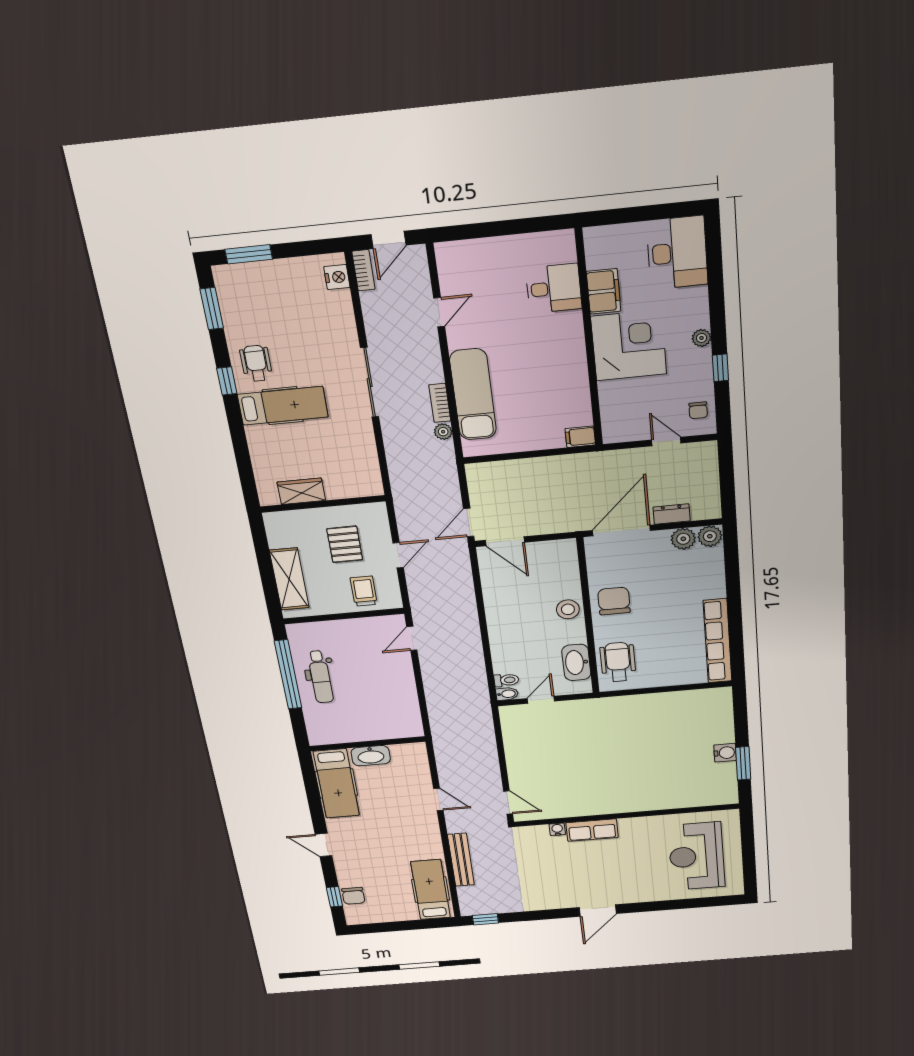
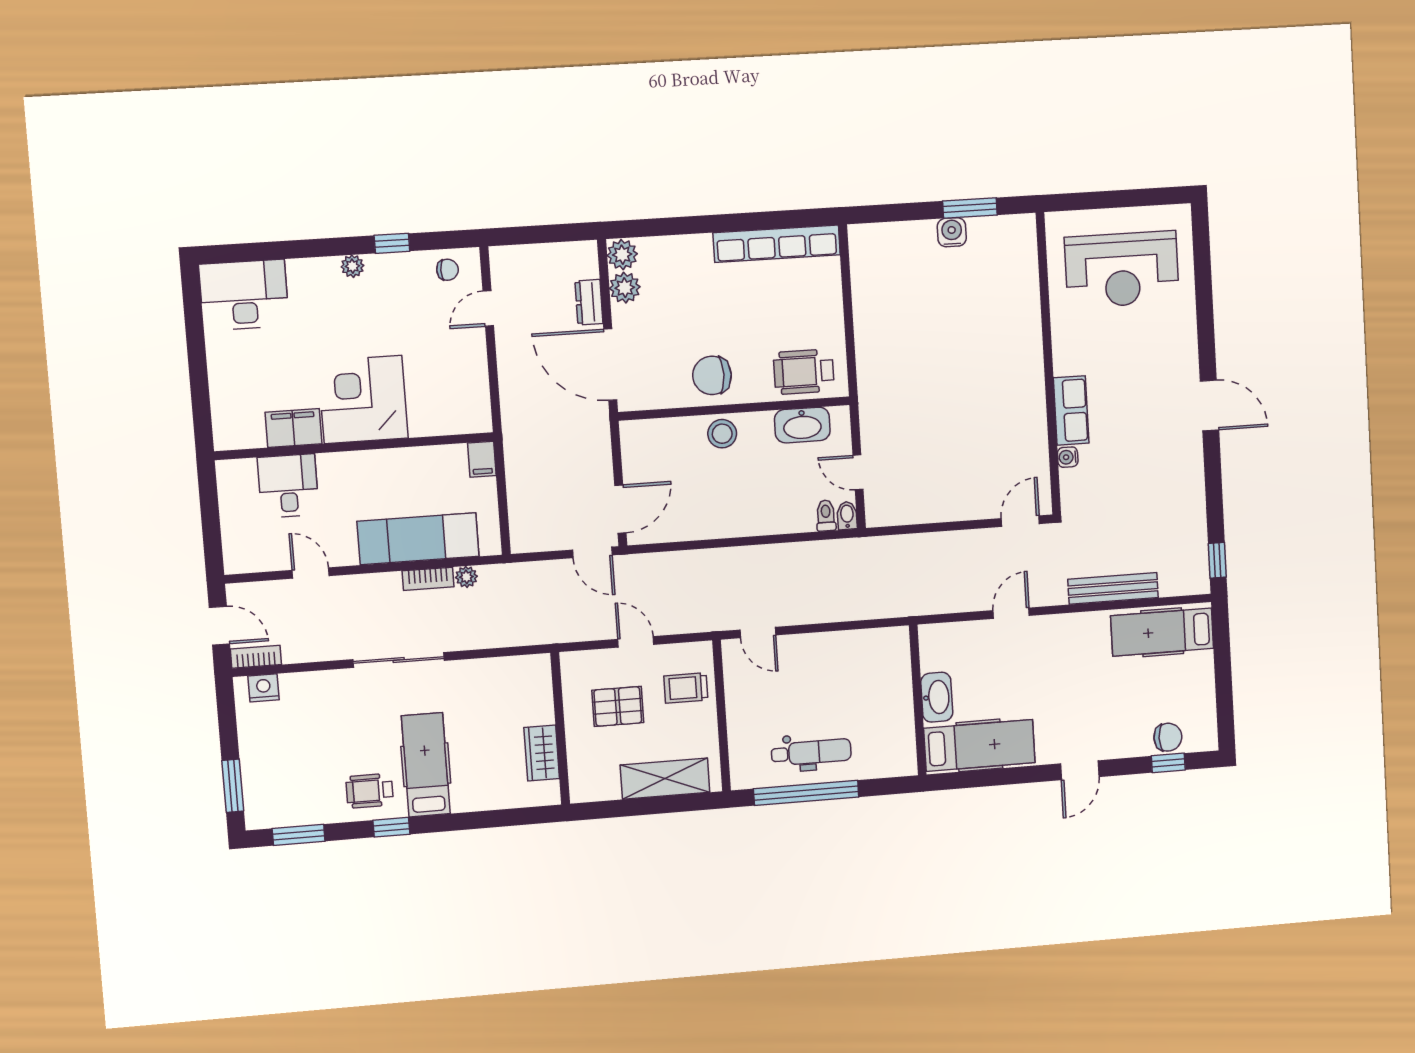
desk: (554, 288) -> (288, 486), moved
filing cabinet: (604, 291) -> (294, 428), moved
wall: (589, 340) -> (354, 446), moved
corner desk: (629, 345) -> (363, 399), moved
filing cabinet: (580, 437) -> (482, 459), moved

